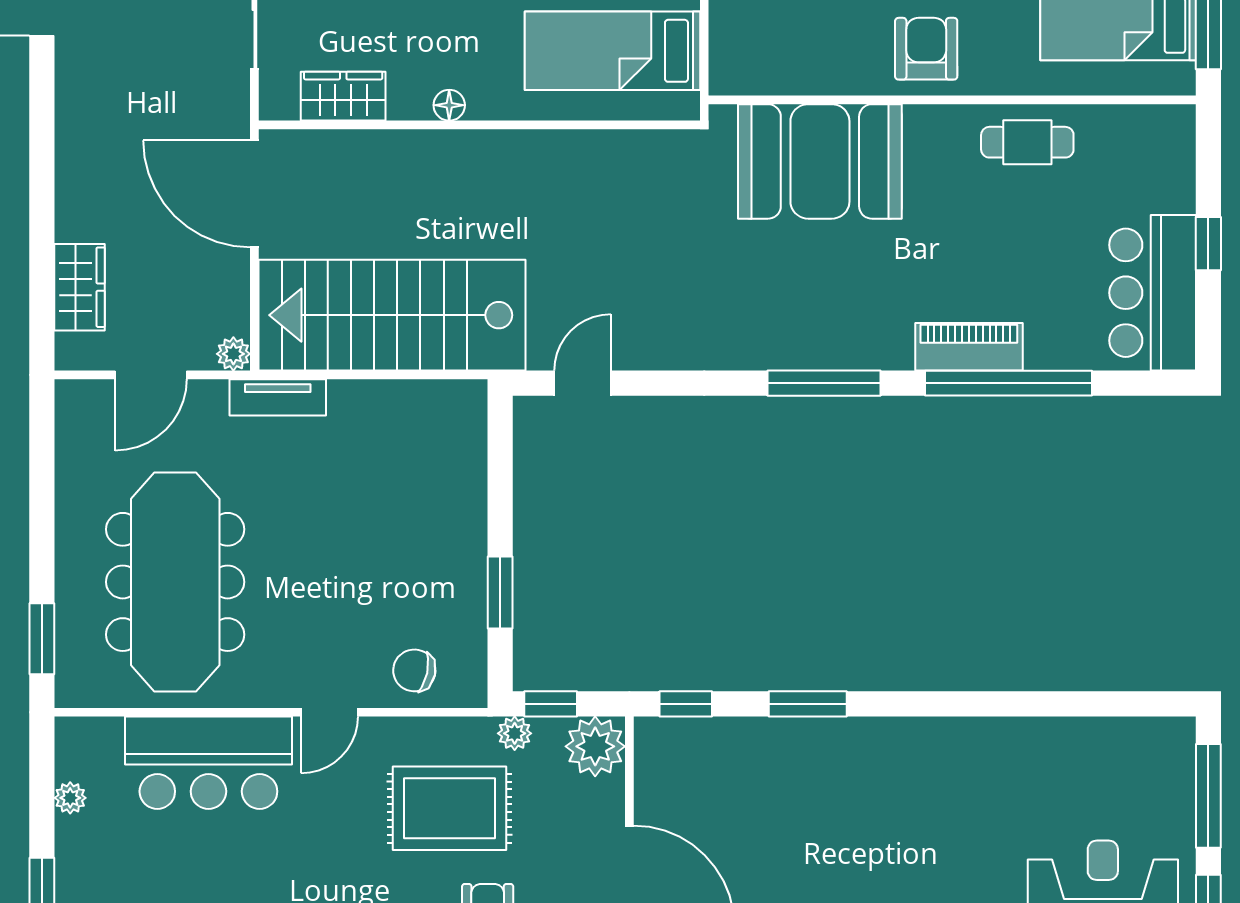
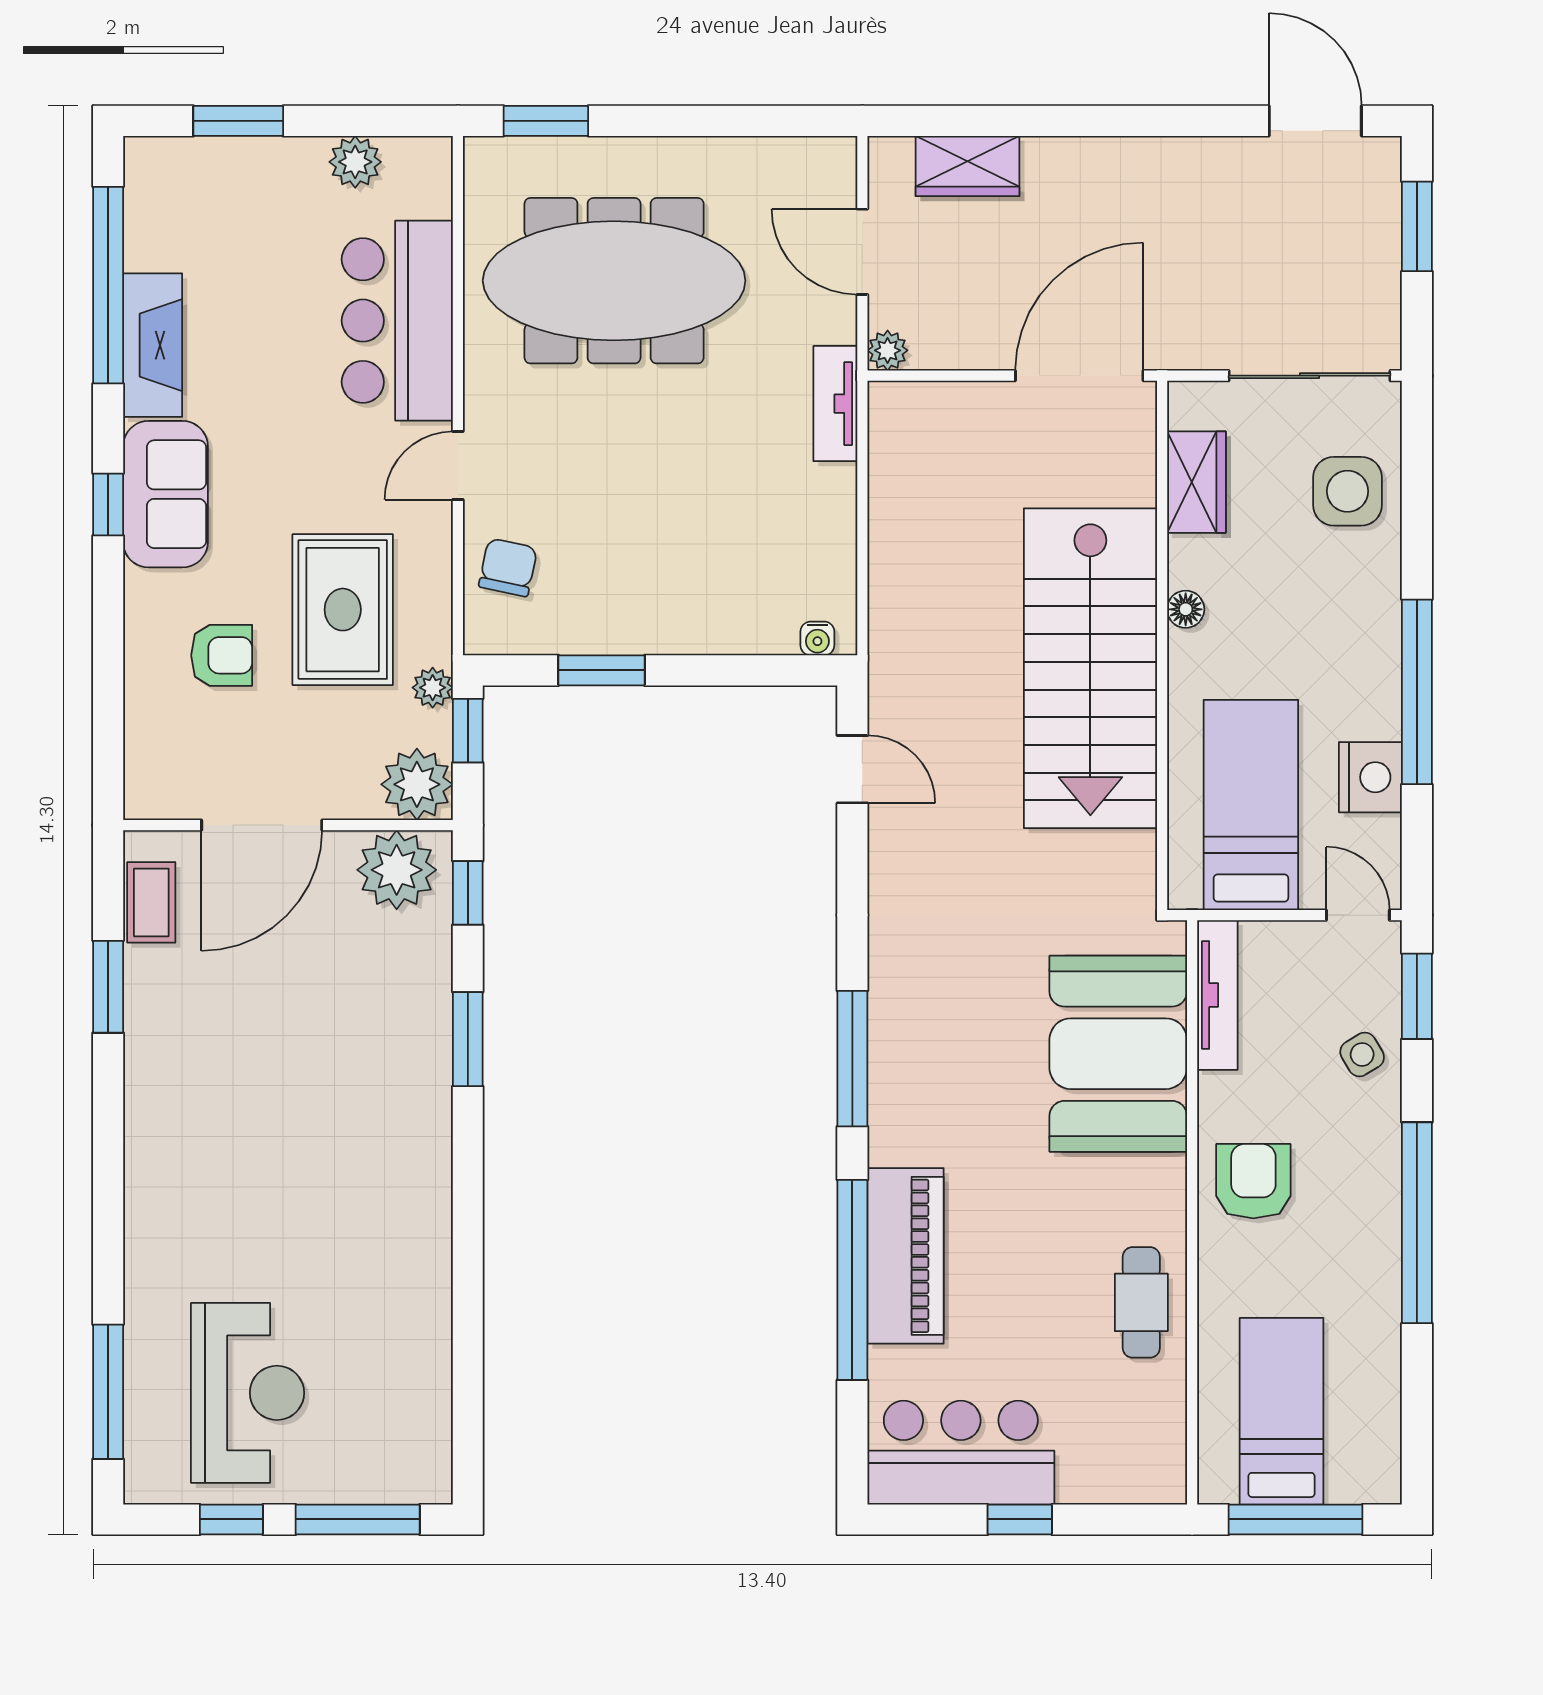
armchair: (926, 49) -> (1253, 1181), turned -90
tv unit: (771, 79) -> (1217, 995), added
stairs: (392, 315) -> (1090, 668), moved, turned 180
piano: (969, 347) -> (905, 1256), width x1.37, depth x1.33
water cooler: (474, 412) -> (817, 638), added
door: (329, 712) -> (458, 466), hinge flipped
plant: (667, 763) -> (397, 870), added
plant: (70, 798) -> (355, 162), width x1.38, depth x1.38

